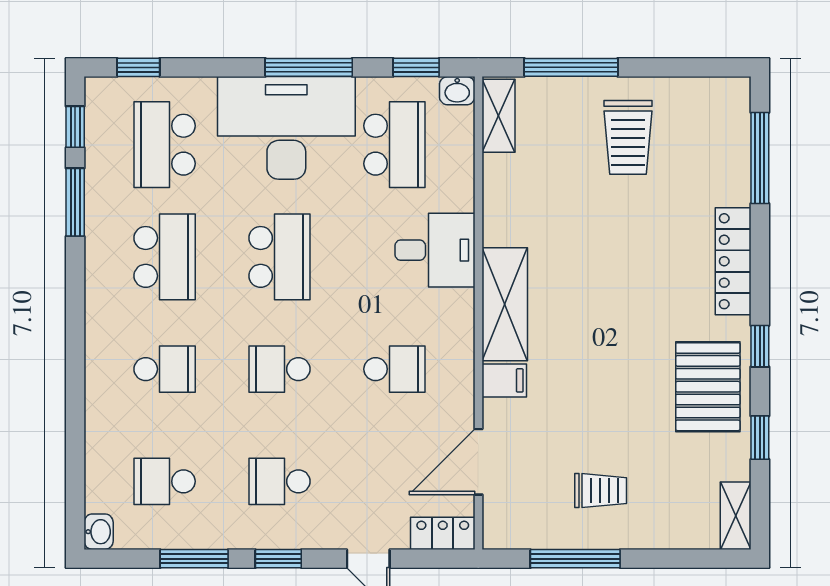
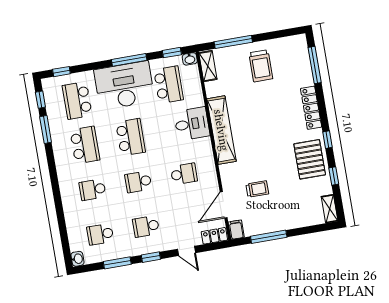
shelving: (505, 304) -> (221, 130), width x1.47
school desk: (165, 369) -> (93, 190), turned 180
filing cabinet: (504, 380) -> (236, 230), moved, turned -90
trolley: (601, 491) -> (257, 189), moved

